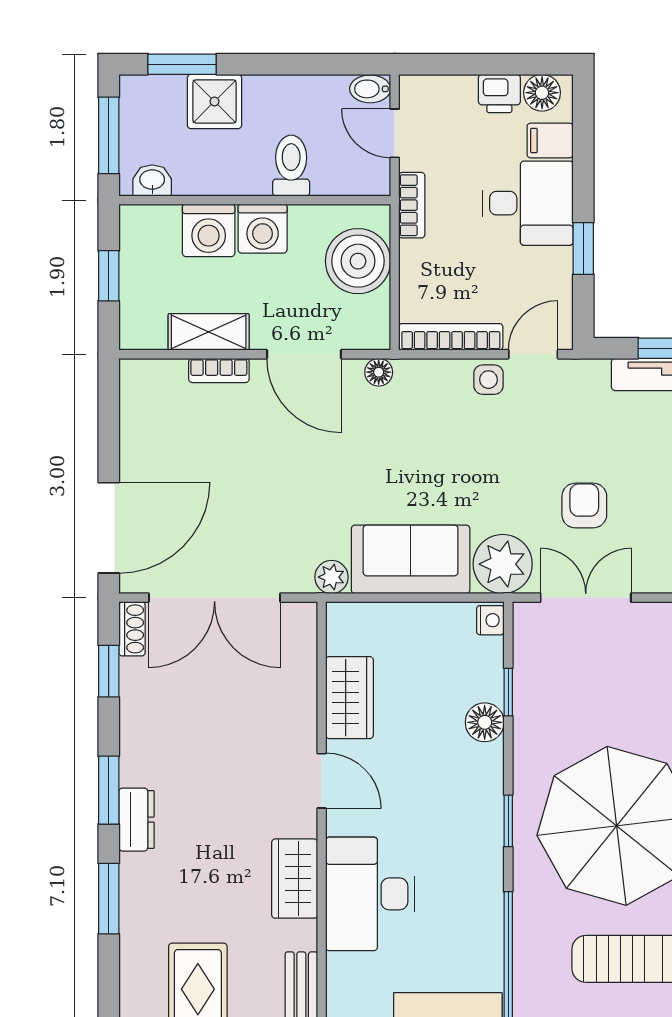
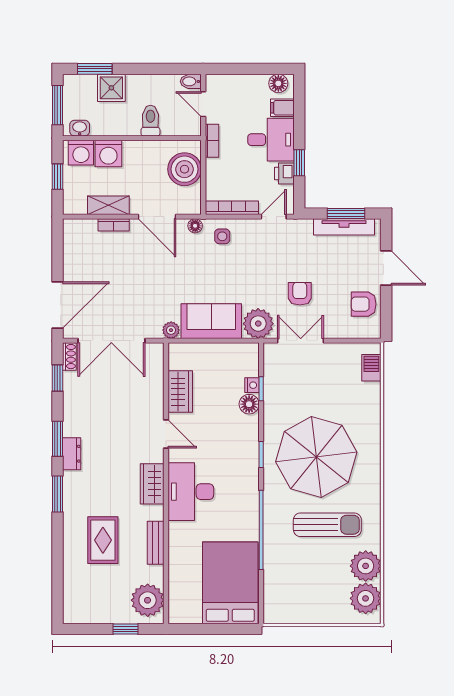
printer: (499, 93) -> (284, 173), moved, turned 90
washing machine: (263, 229) -> (81, 153), moved
side table: (488, 380) -> (222, 236), moved
nightstand: (490, 620) -> (252, 385), moved

